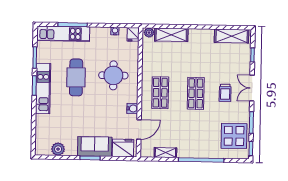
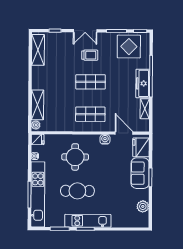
kitchen unit: (63, 34) -> (38, 194), width x1.36
freezer: (193, 151) -> (143, 83), added

